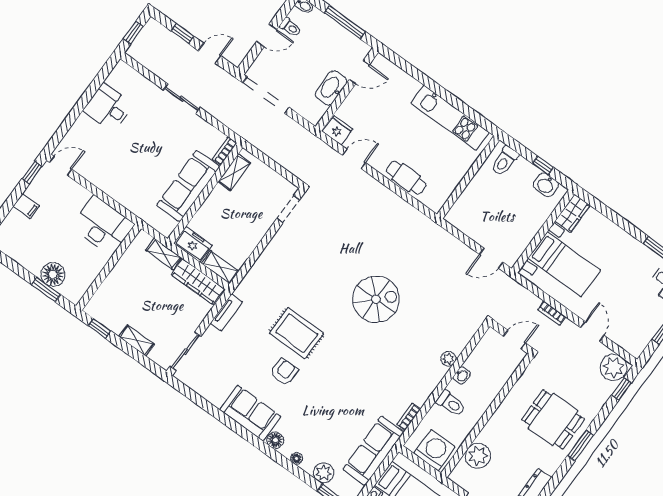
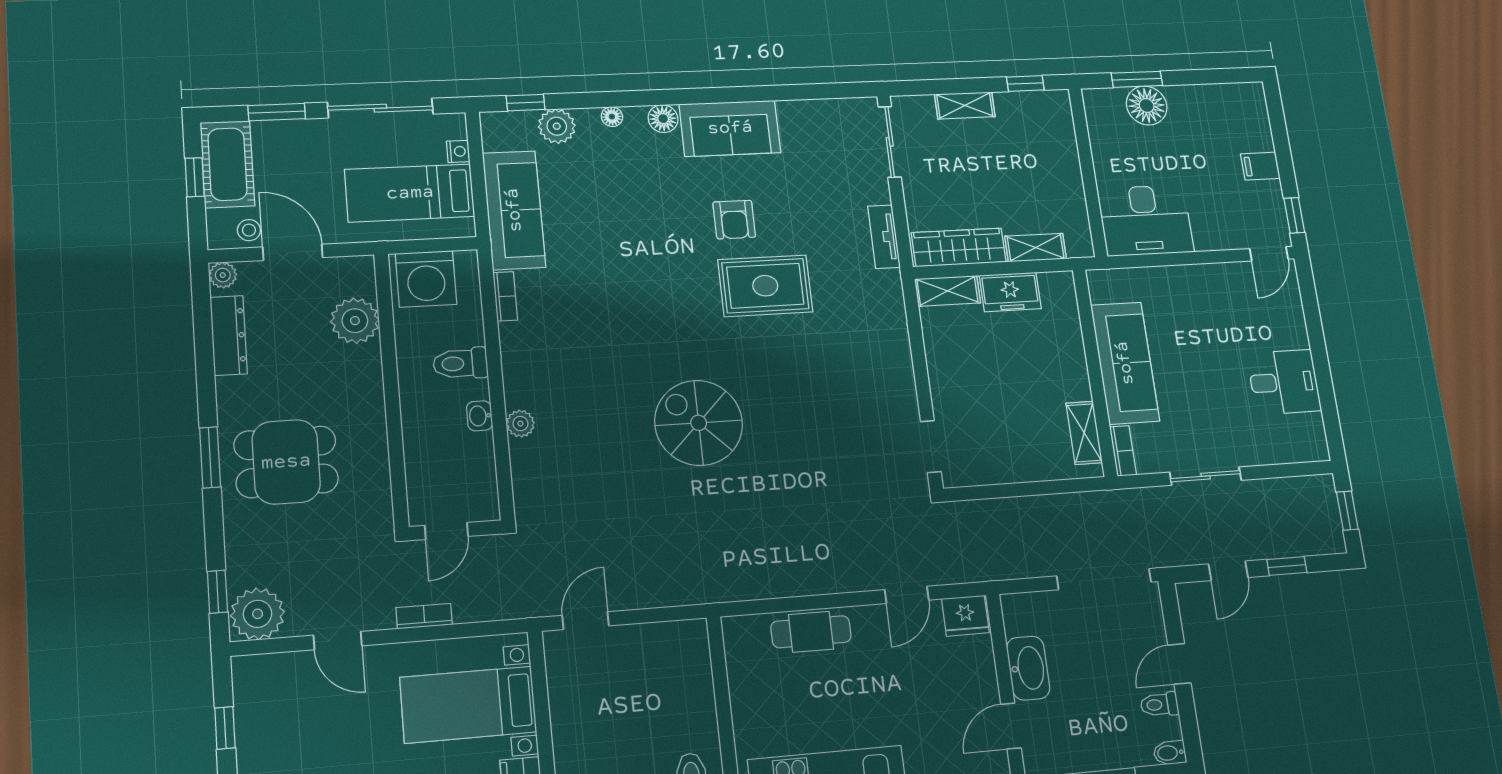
bookcase: (225, 151) -> (1123, 451), moved
shelving: (234, 172) -> (1084, 433), moved
sofa: (188, 186) -> (1125, 363), moved
wall: (205, 193) -> (1095, 372), moved
spiral stairs: (376, 299) -> (699, 423), turned 90

